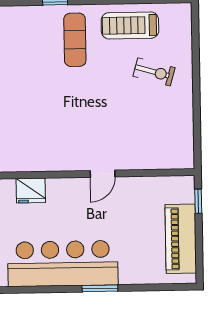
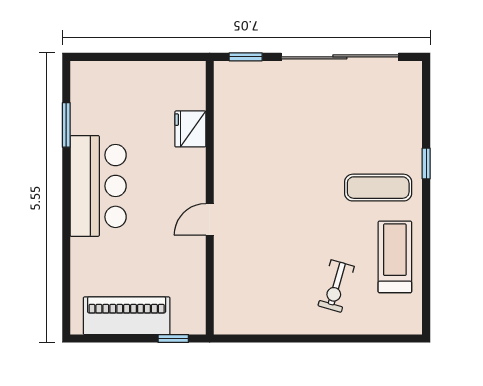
door: (103, 174) -> (210, 219), hinge flipped
bar counter: (63, 263) -> (98, 186), width x0.73
window: (100, 288) -> (66, 125), moved

